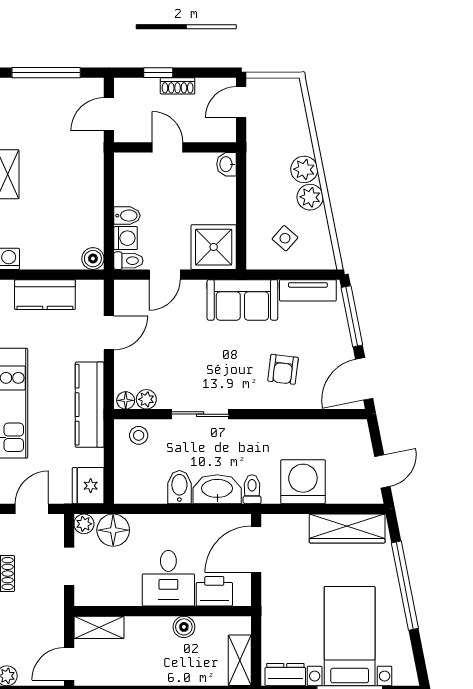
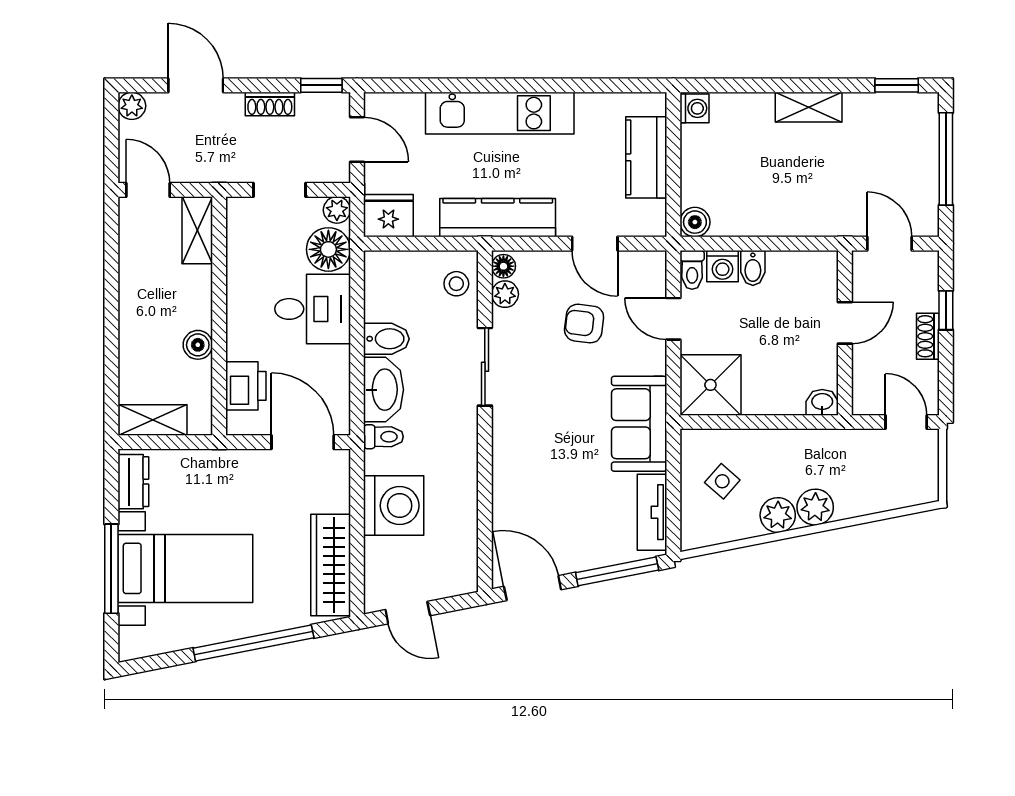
armchair: (283, 369) -> (584, 324), moved
desk: (168, 578) -> (313, 309), moved, turned 180

